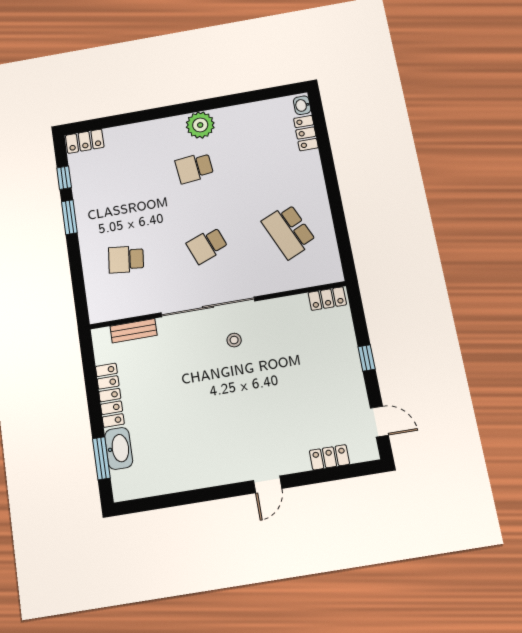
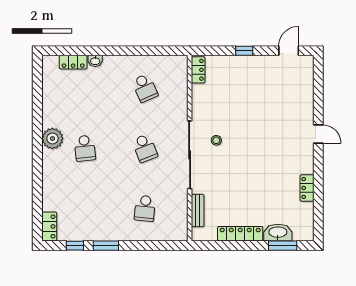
washbasin: (302, 105) -> (95, 61), moved
school desk: (289, 231) -> (145, 88), width x0.54
locker: (329, 457) -> (307, 188), moved

